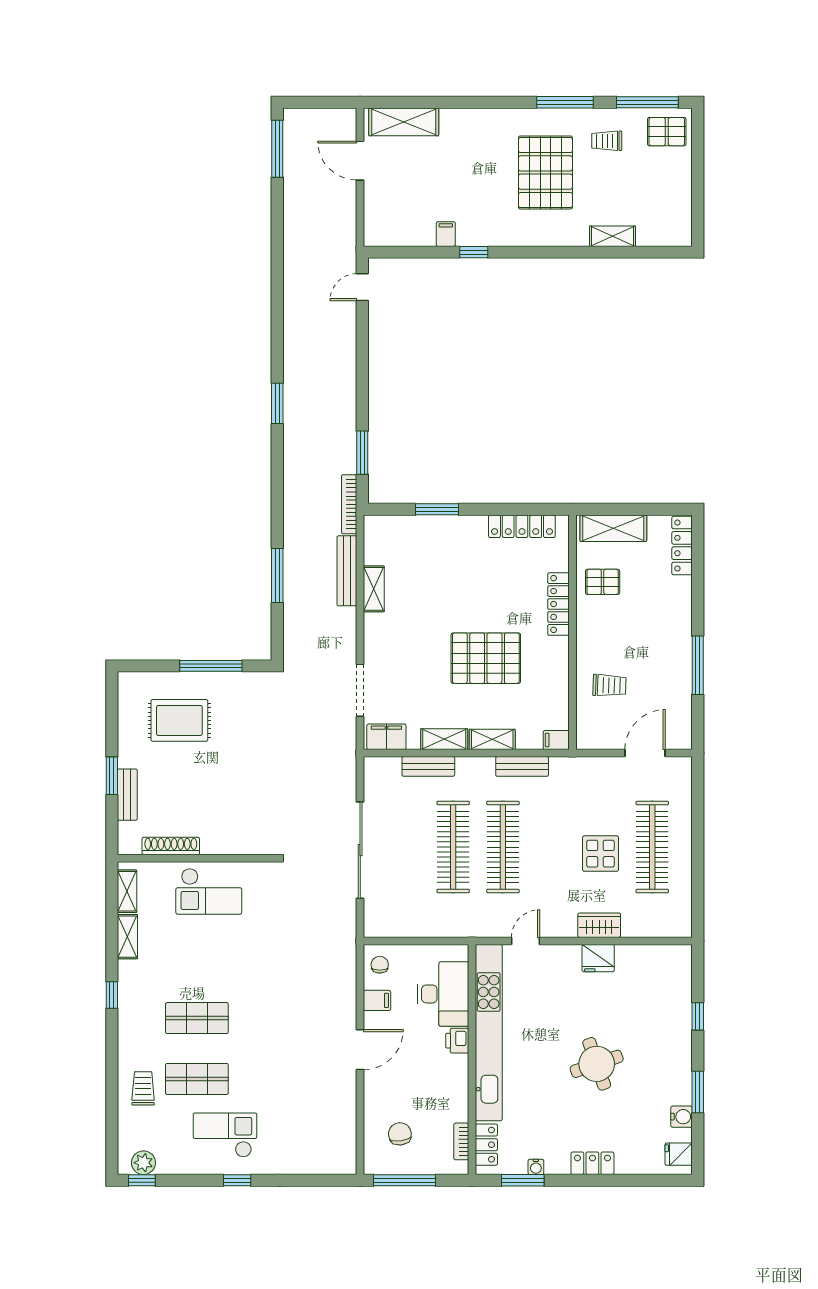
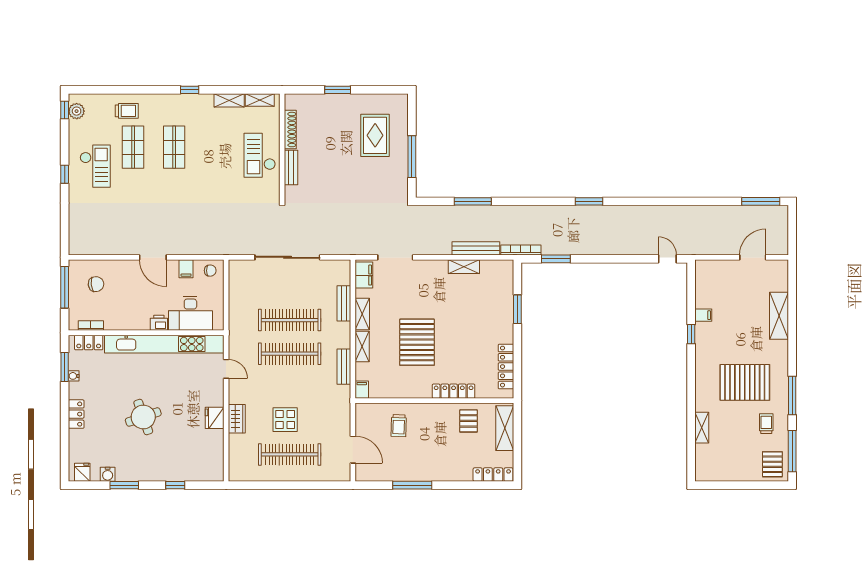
shelving: (404, 122) -> (779, 316), moved
bench: (127, 795) -> (291, 168), moved, turned 90

